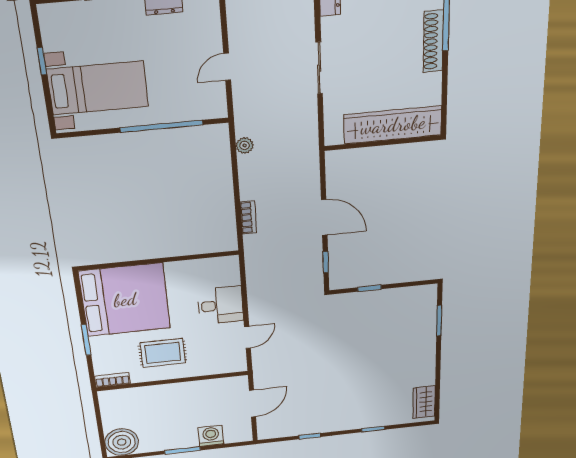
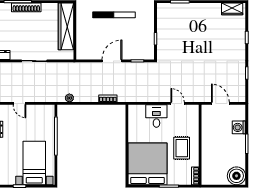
door: (227, 67) -> (19, 103), moved

